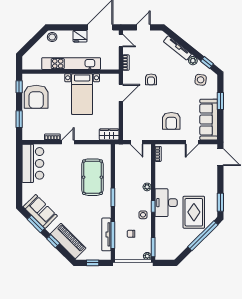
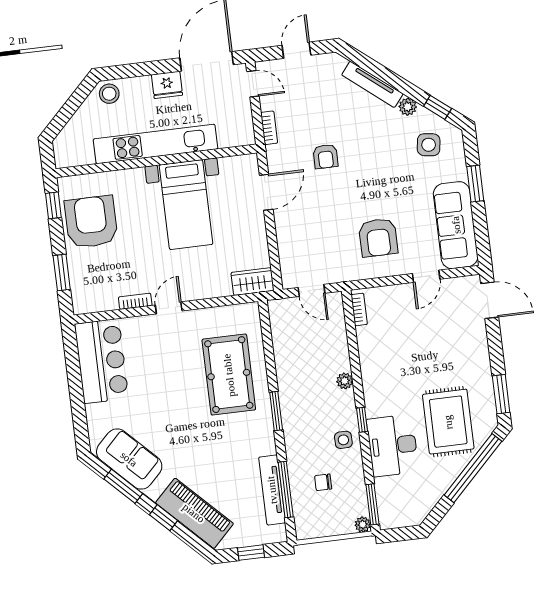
armchair: (36, 97) -> (91, 222), turned 180
desk: (166, 203) -> (393, 446), moved

